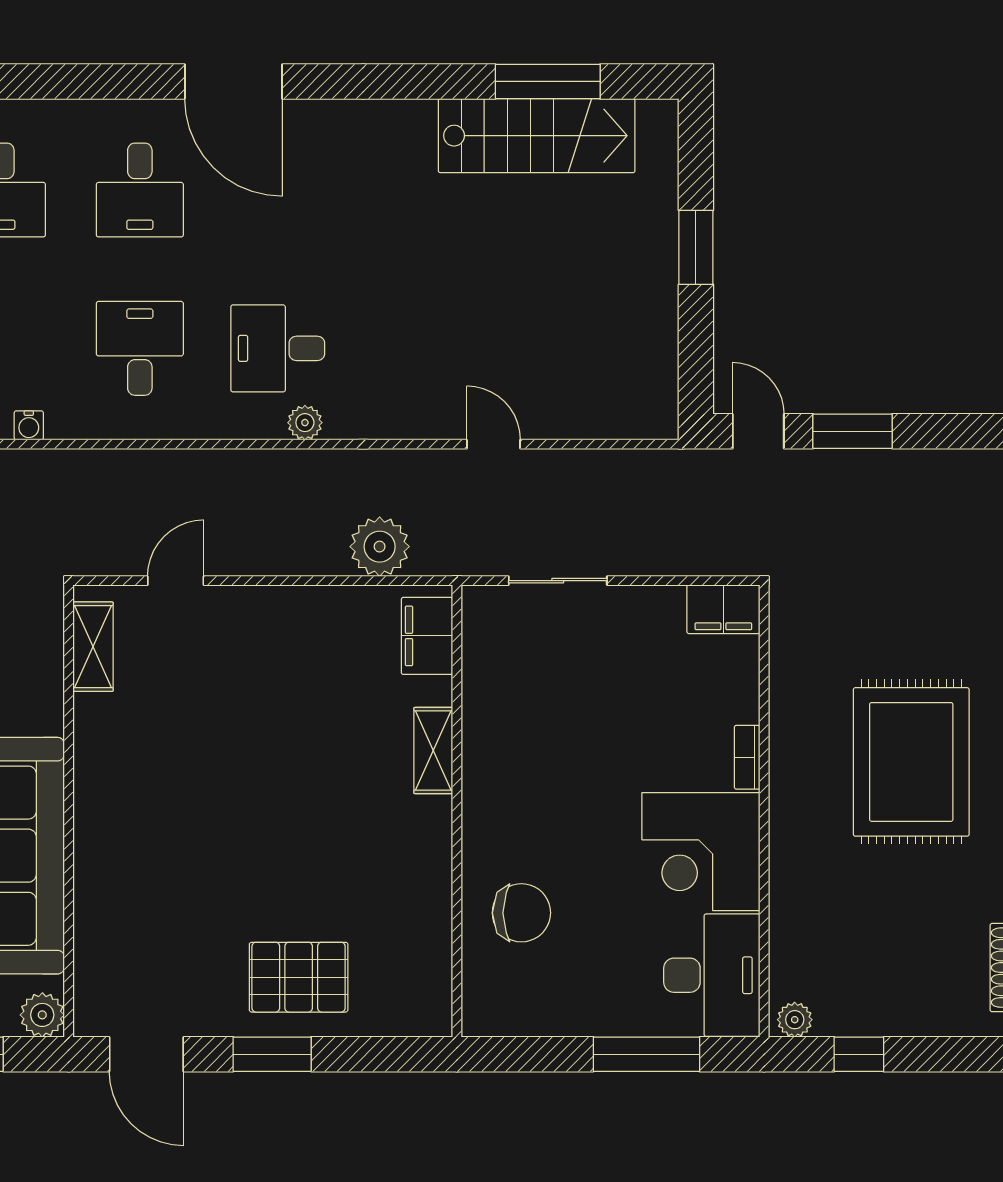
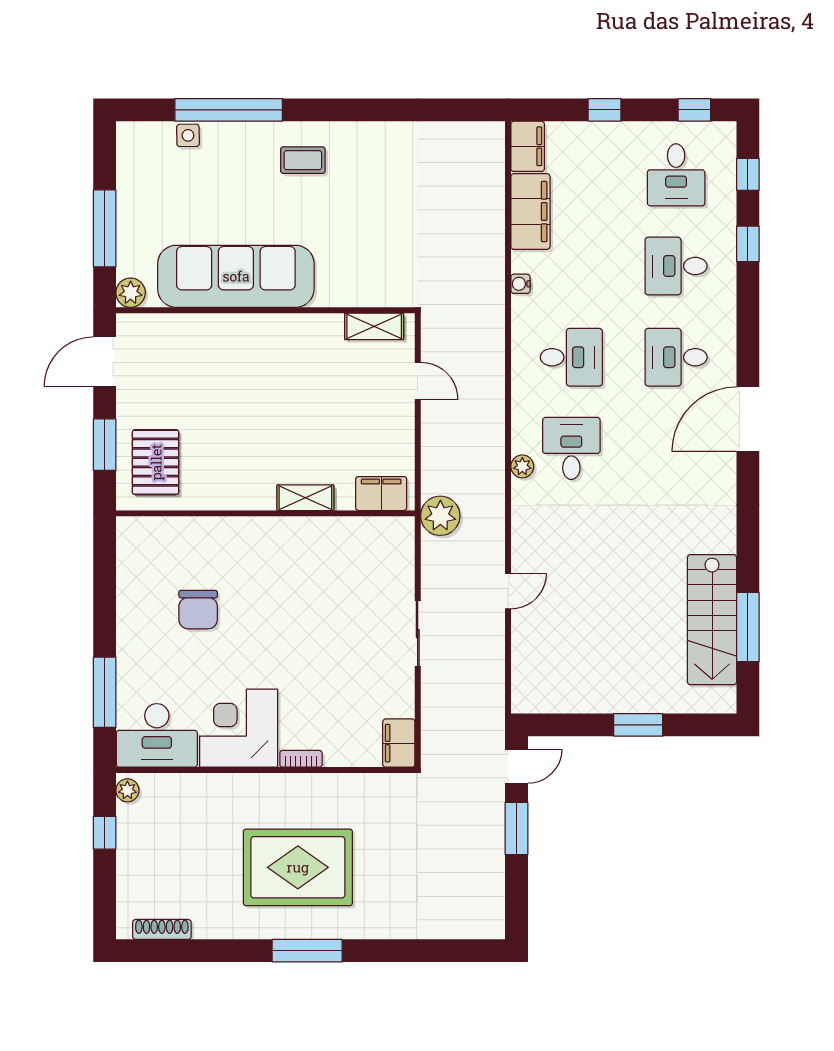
filing cabinet: (427, 636) -> (381, 494), moved
shelving: (433, 750) -> (305, 498), moved
wall: (457, 811) -> (265, 513), moved

